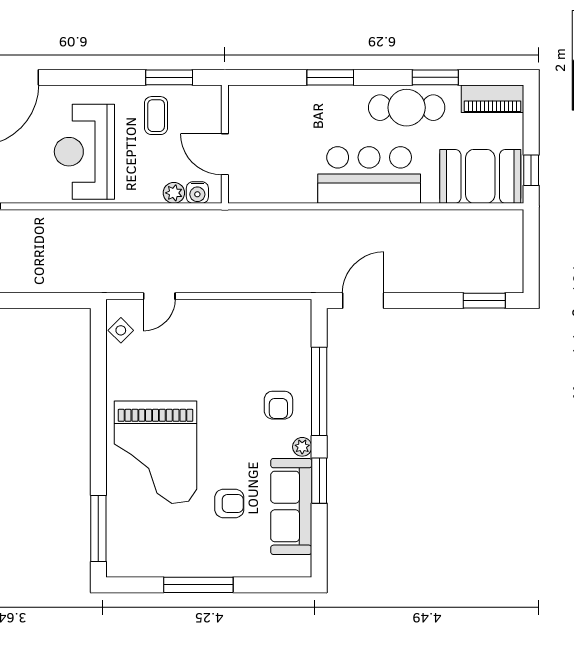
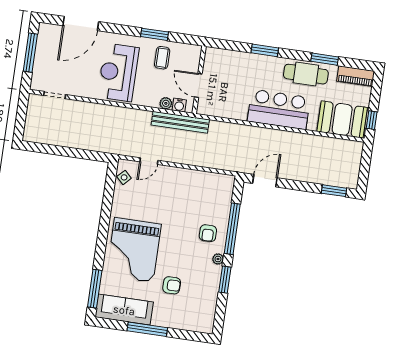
window: (169, 77) -> (155, 34), moved
bench: (203, 222) -> (180, 122), added
sofa: (291, 506) -> (124, 310), moved, turned 90

